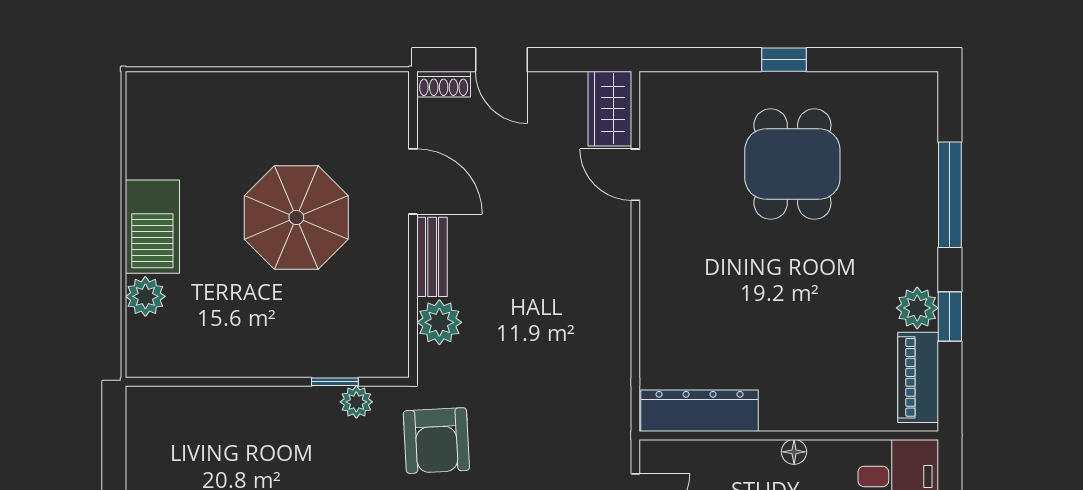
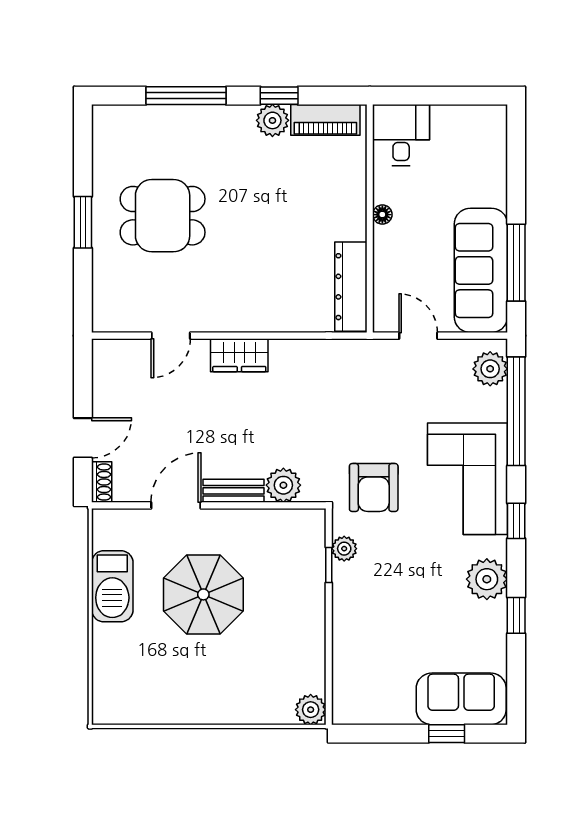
window: (784, 60) -> (83, 222), width x1.50
wardrobe: (610, 109) -> (239, 355), moved
barbecue: (152, 227) -> (112, 586), moved, turned 90
plant: (145, 296) -> (311, 710), moved
armchair: (436, 441) -> (374, 488), turned 93

